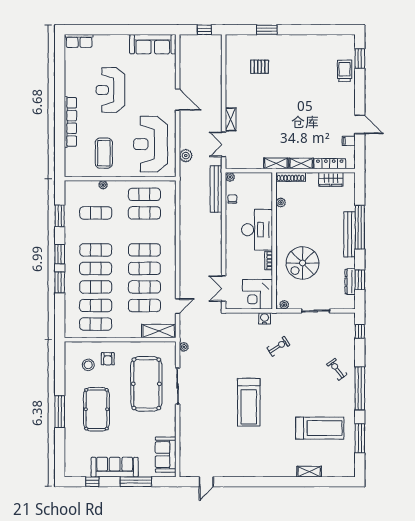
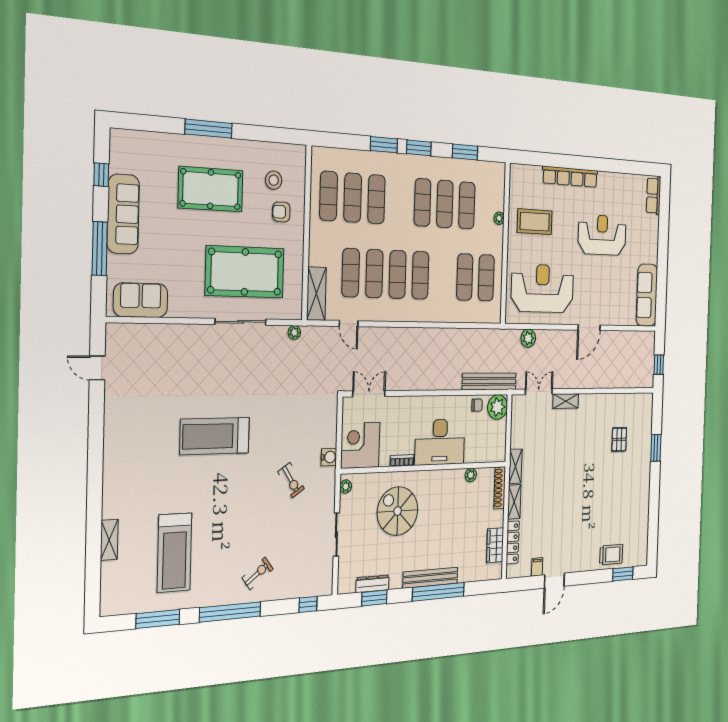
plant: (230, 177) -> (498, 407), width x1.87, depth x1.87
exercise mat: (96, 268) -> (445, 204), moved

